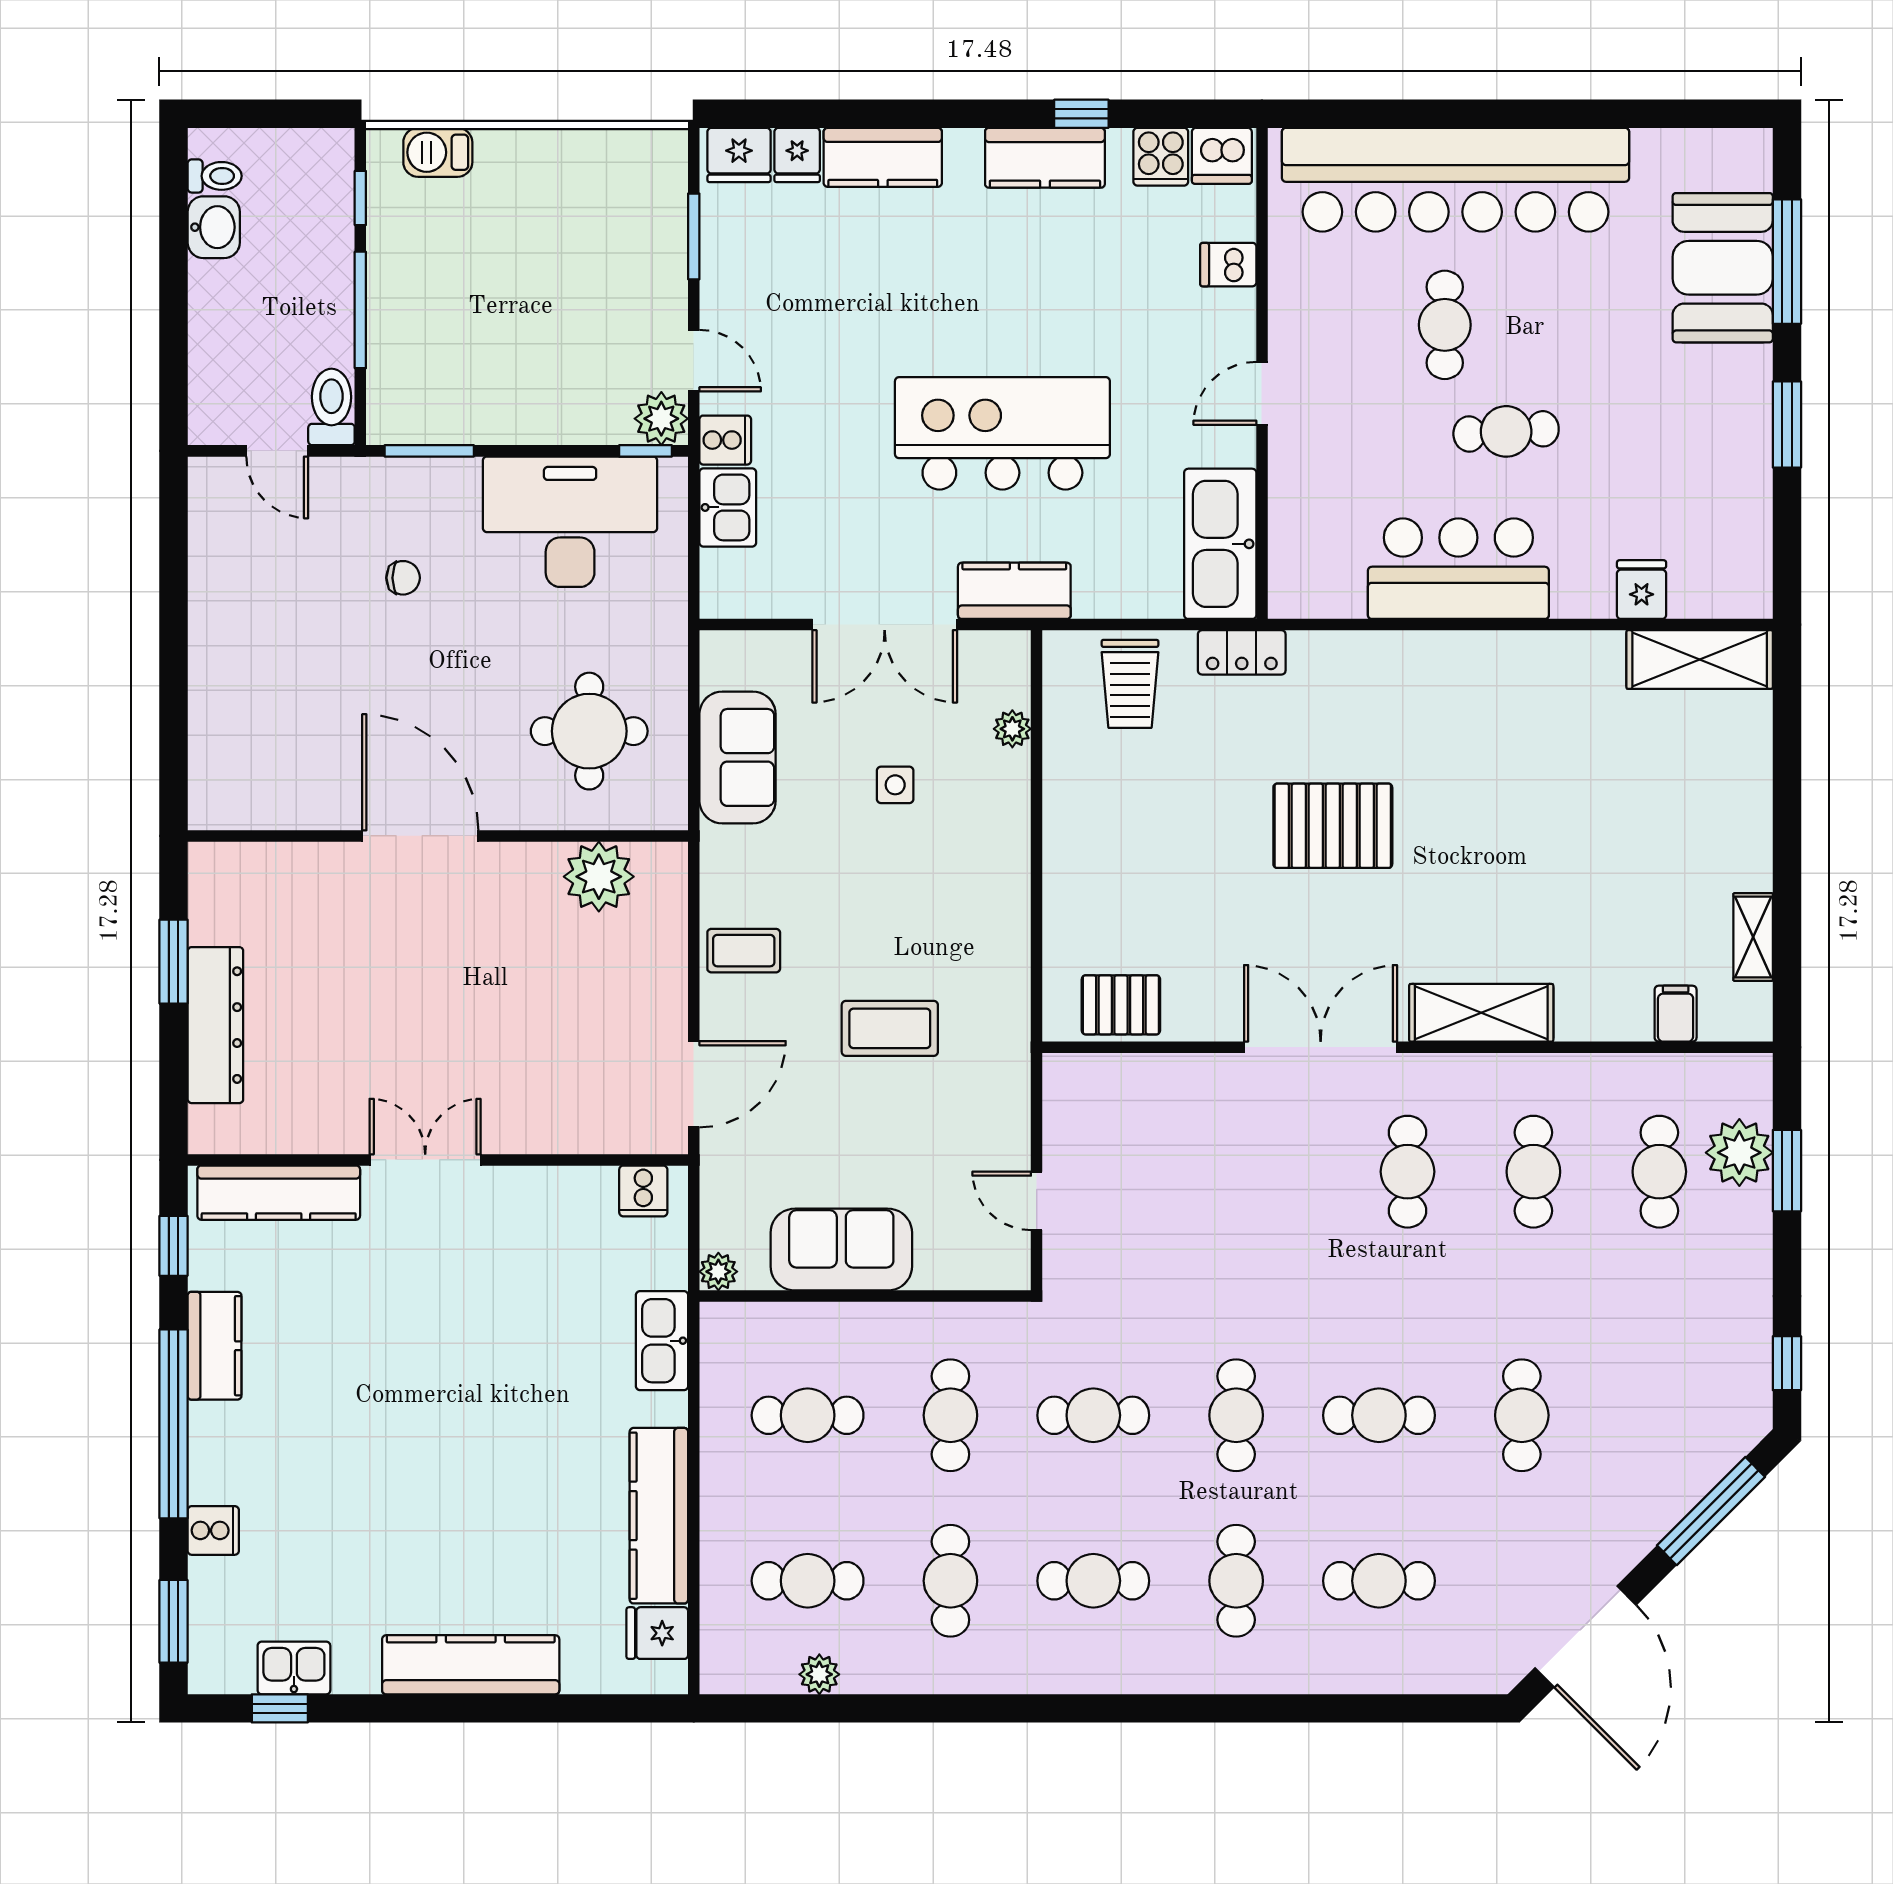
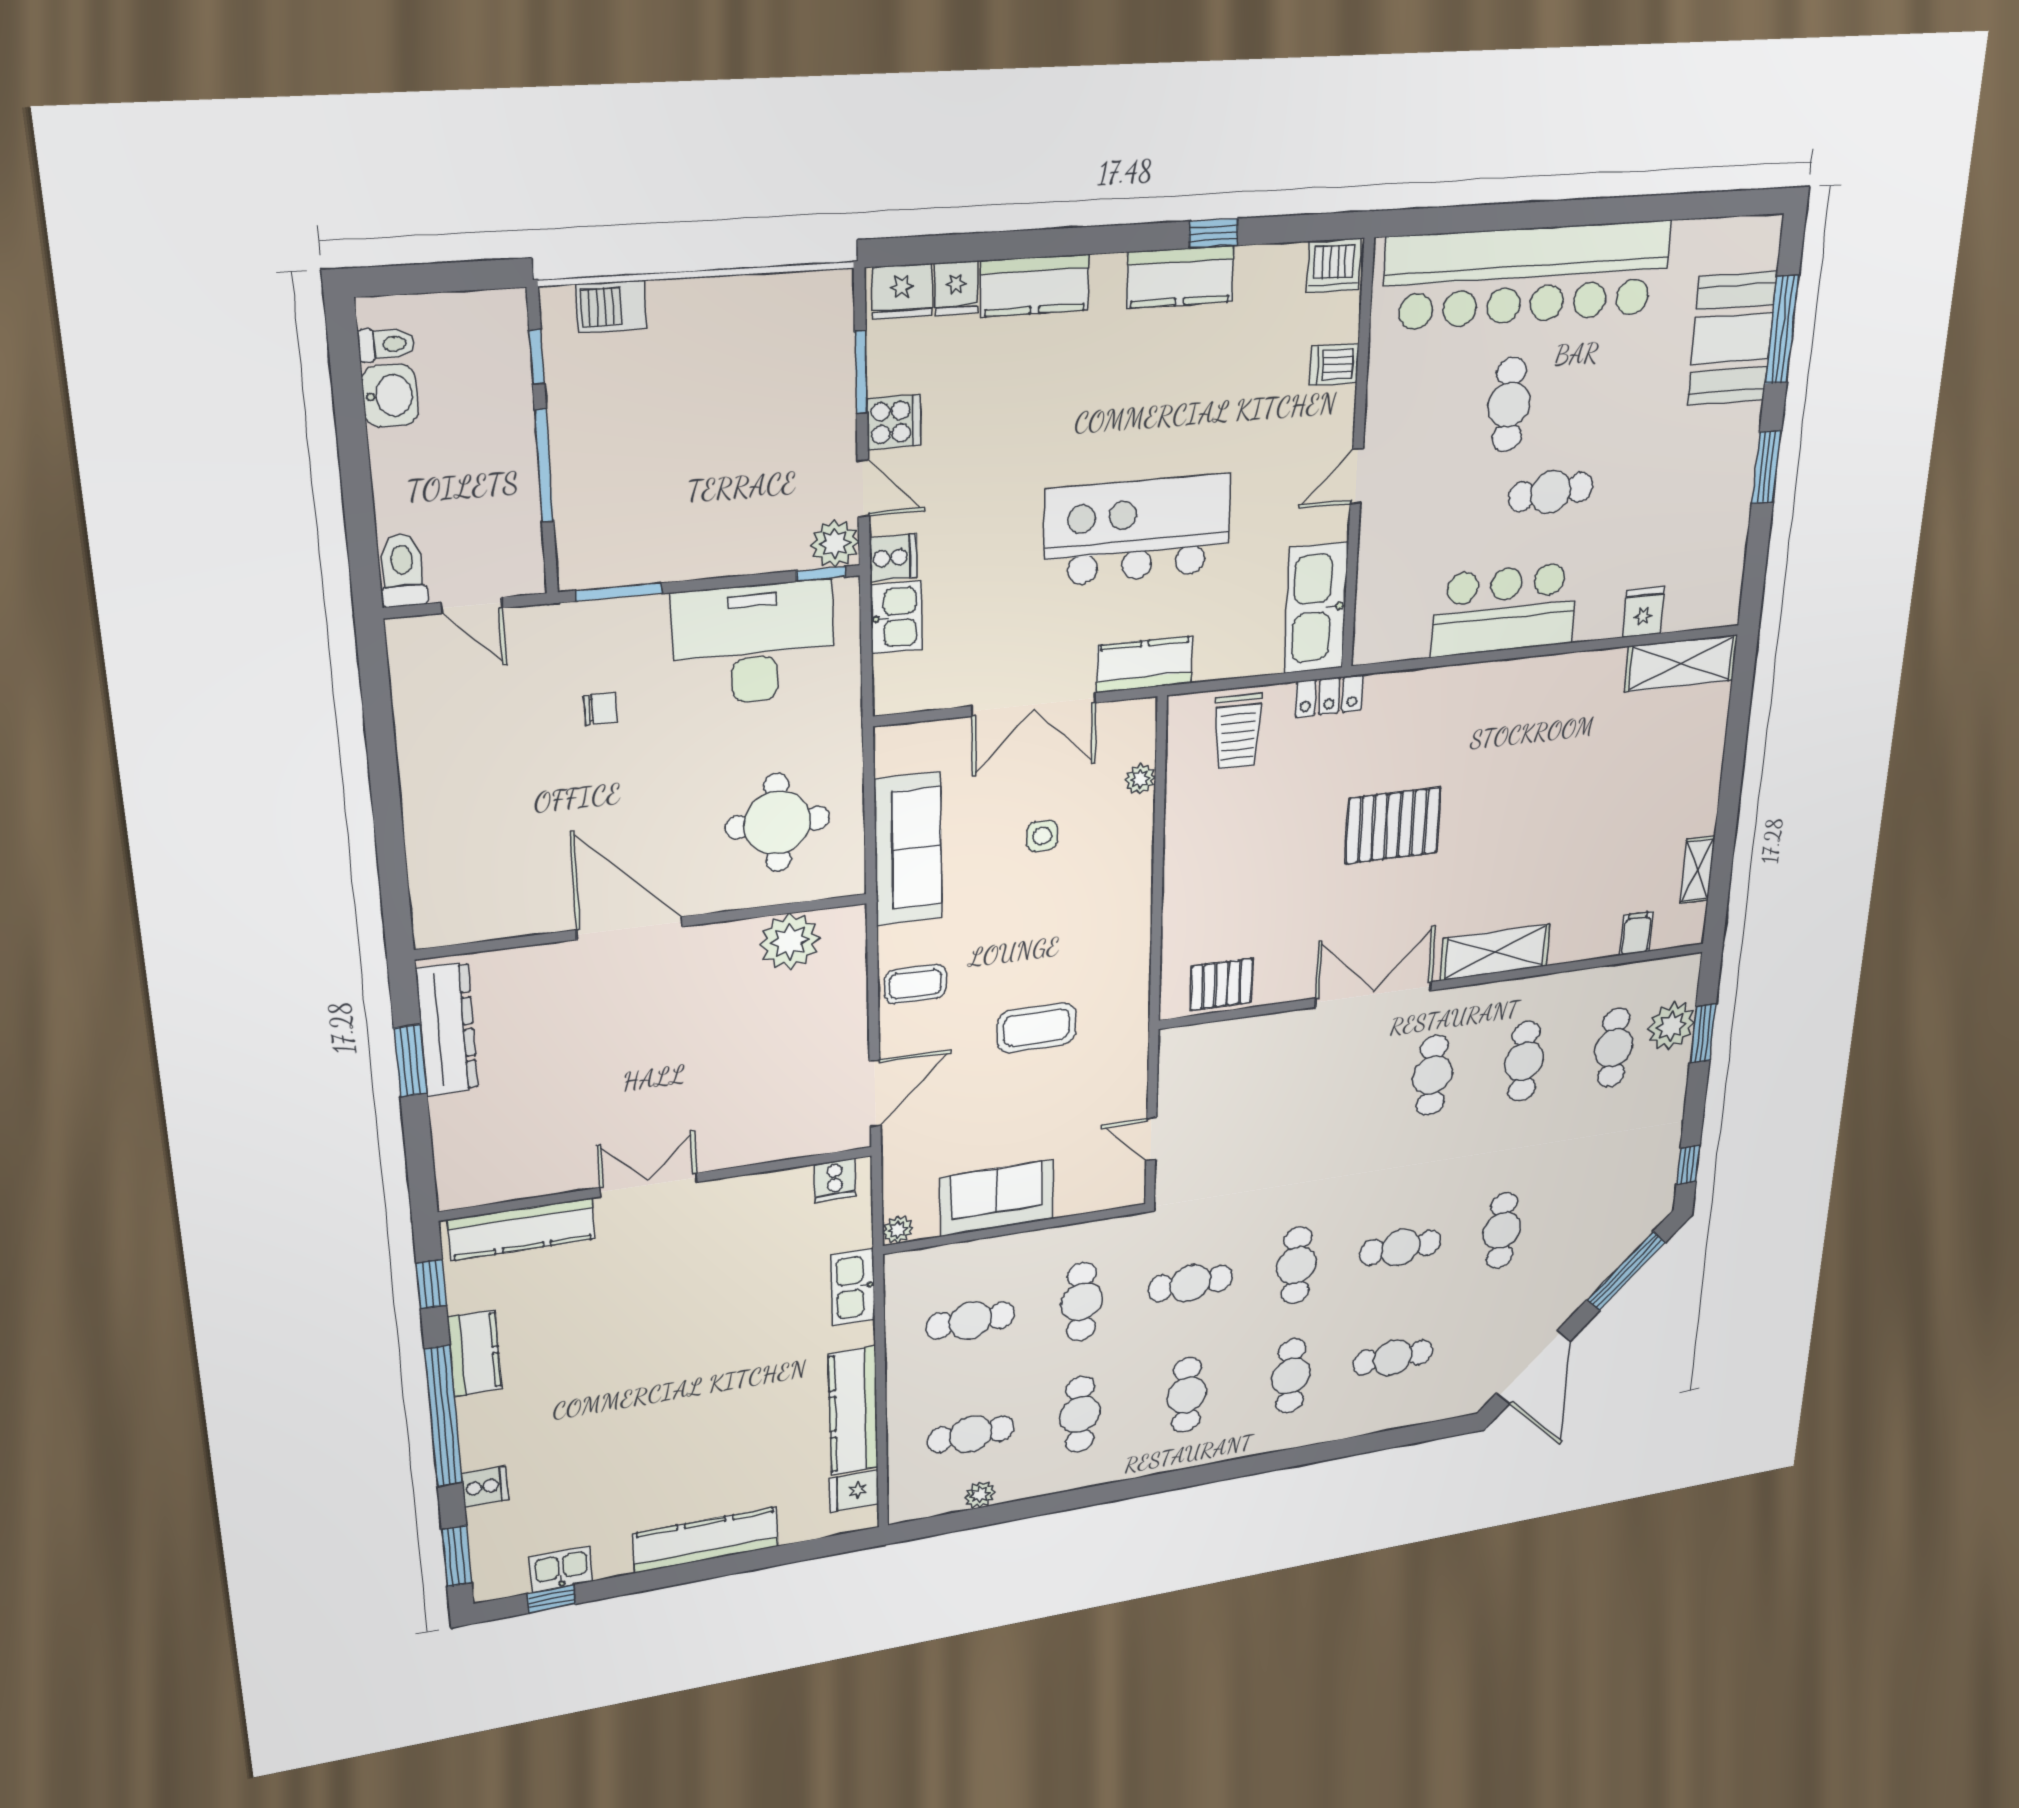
cooker: (1161, 157) -> (894, 422), moved, turned -90
toilet: (331, 407) -> (402, 570), moved
sofa: (738, 757) -> (908, 849), width x1.36
dresser: (215, 1025) -> (447, 1029), moved
cafe table: (1093, 1581) -> (1187, 1395), turned 90

